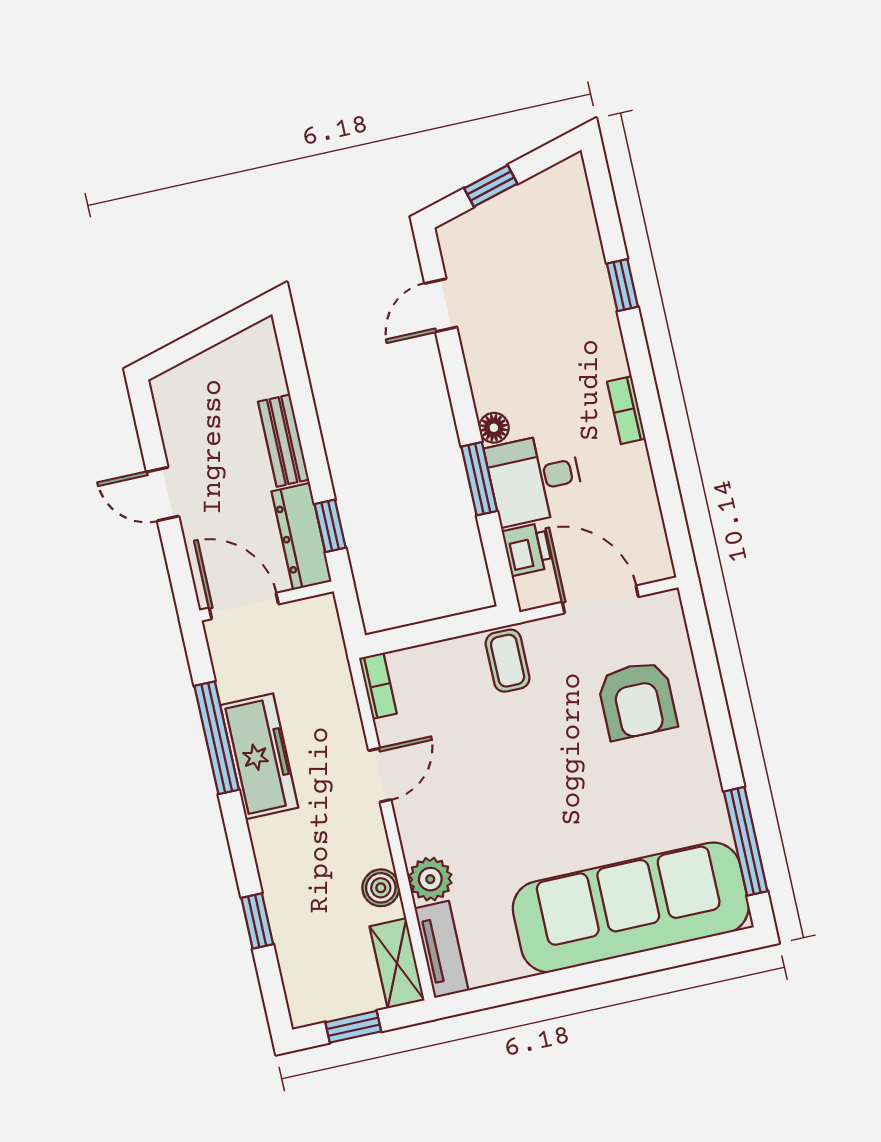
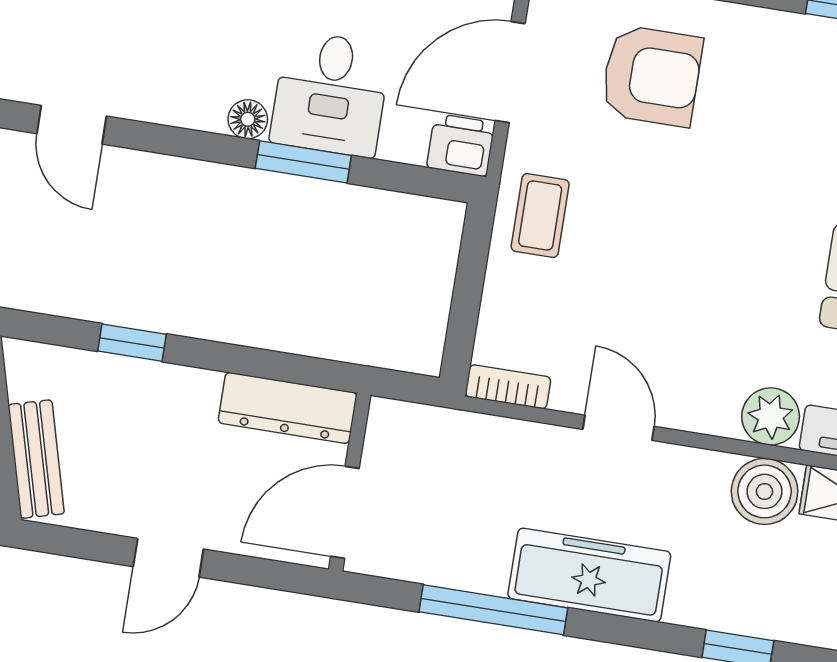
bench: (283, 441) -> (36, 459), moved, turned 75
window: (330, 526) -> (132, 343), moved
printer: (527, 549) -> (461, 145), moved
coffee table: (508, 661) -> (540, 215), turned 90
freezer: (259, 756) -> (589, 575), moved
boiler: (381, 888) -> (765, 491), width x1.36, depth x1.36

